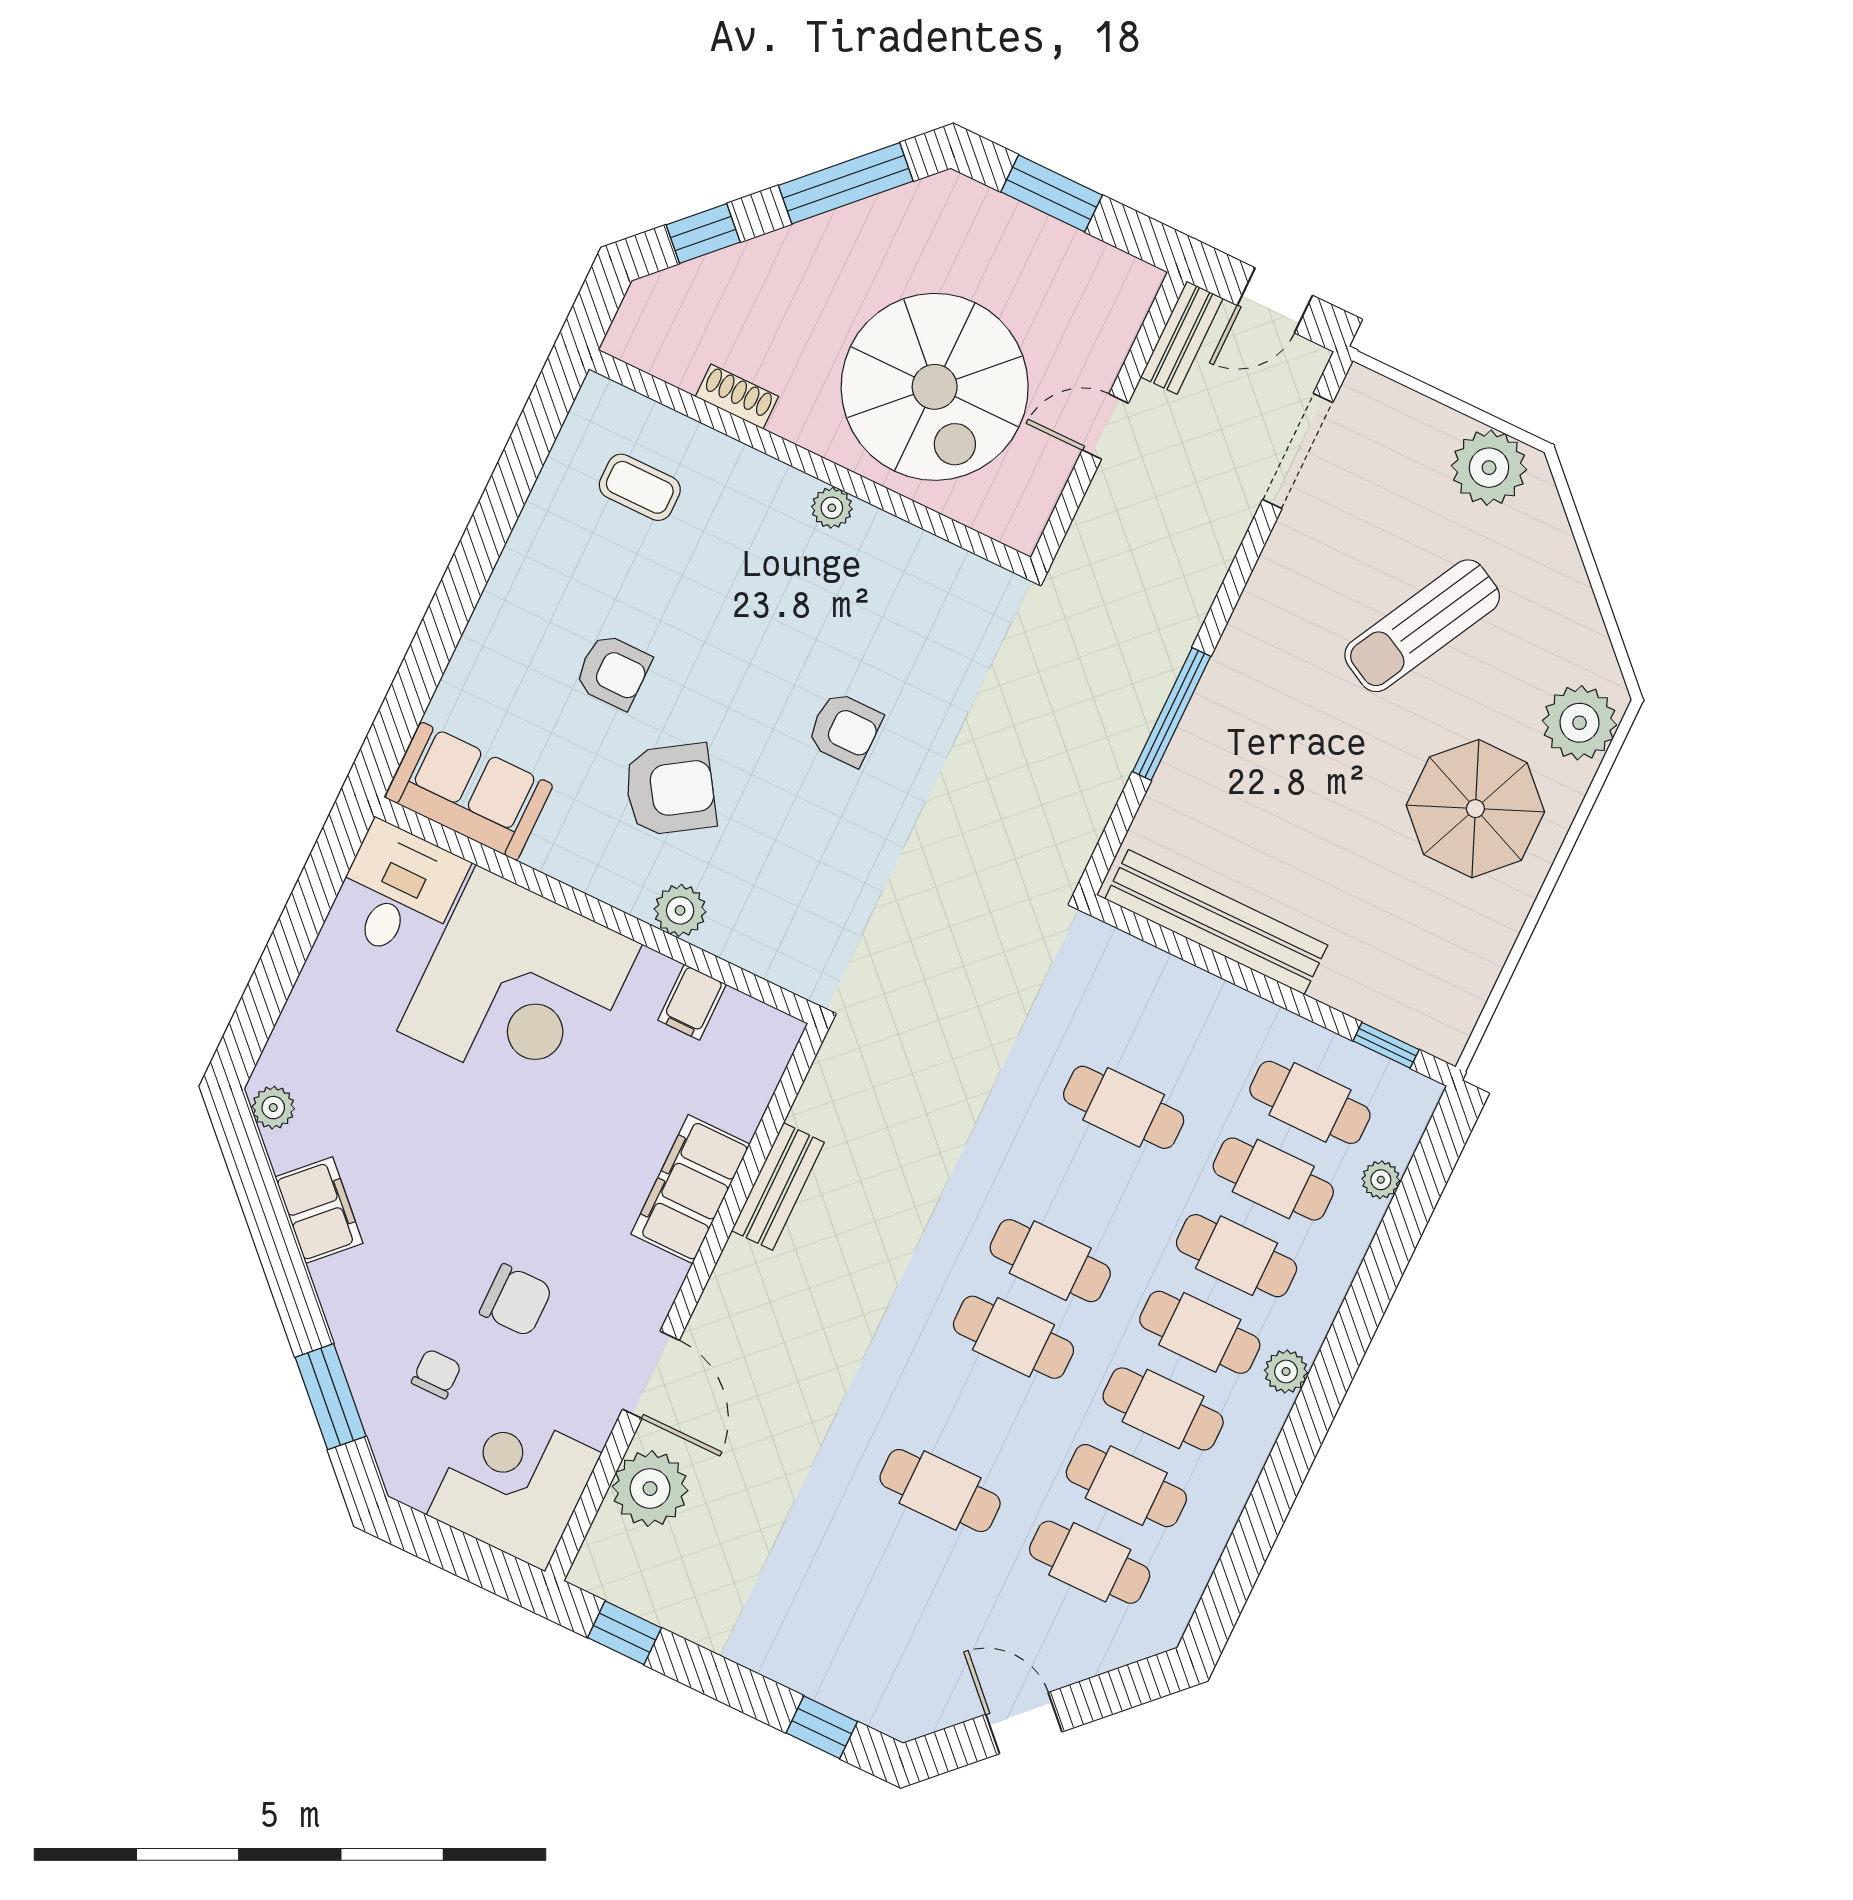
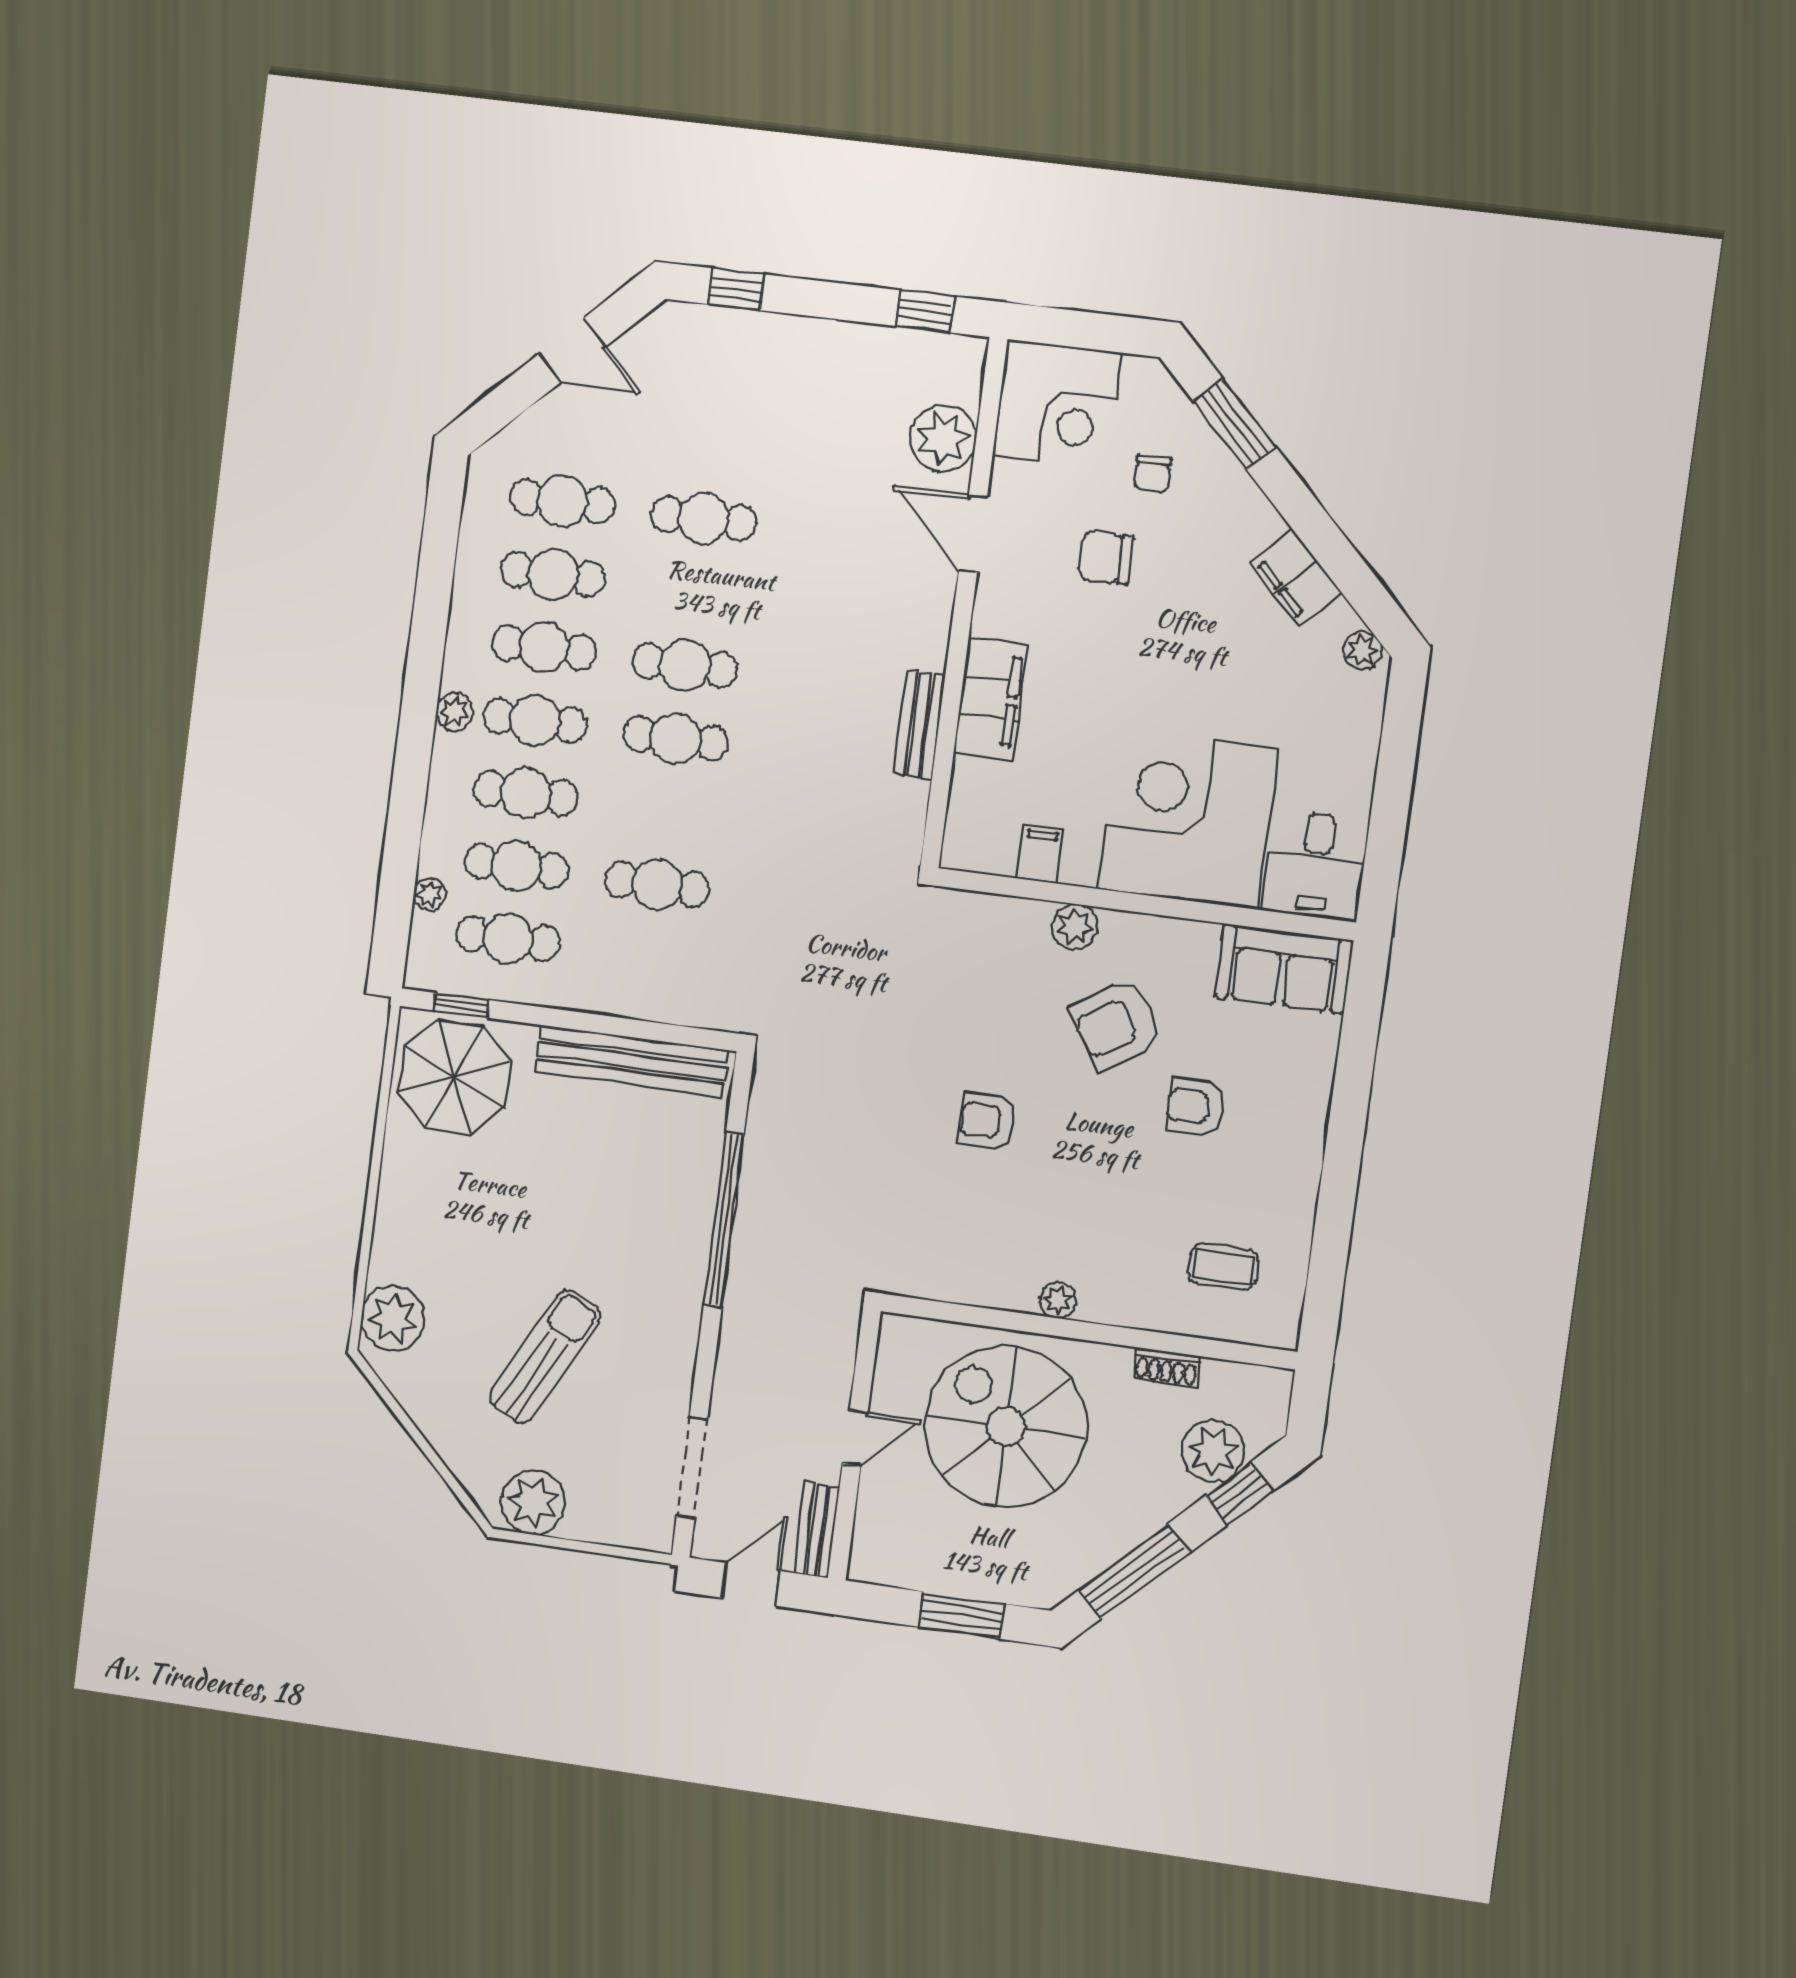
plant: (717, 289) -> (1213, 1451), added
window: (1172, 714) -> (724, 1220), width x1.46
parasol: (1475, 809) -> (455, 1077), moved

